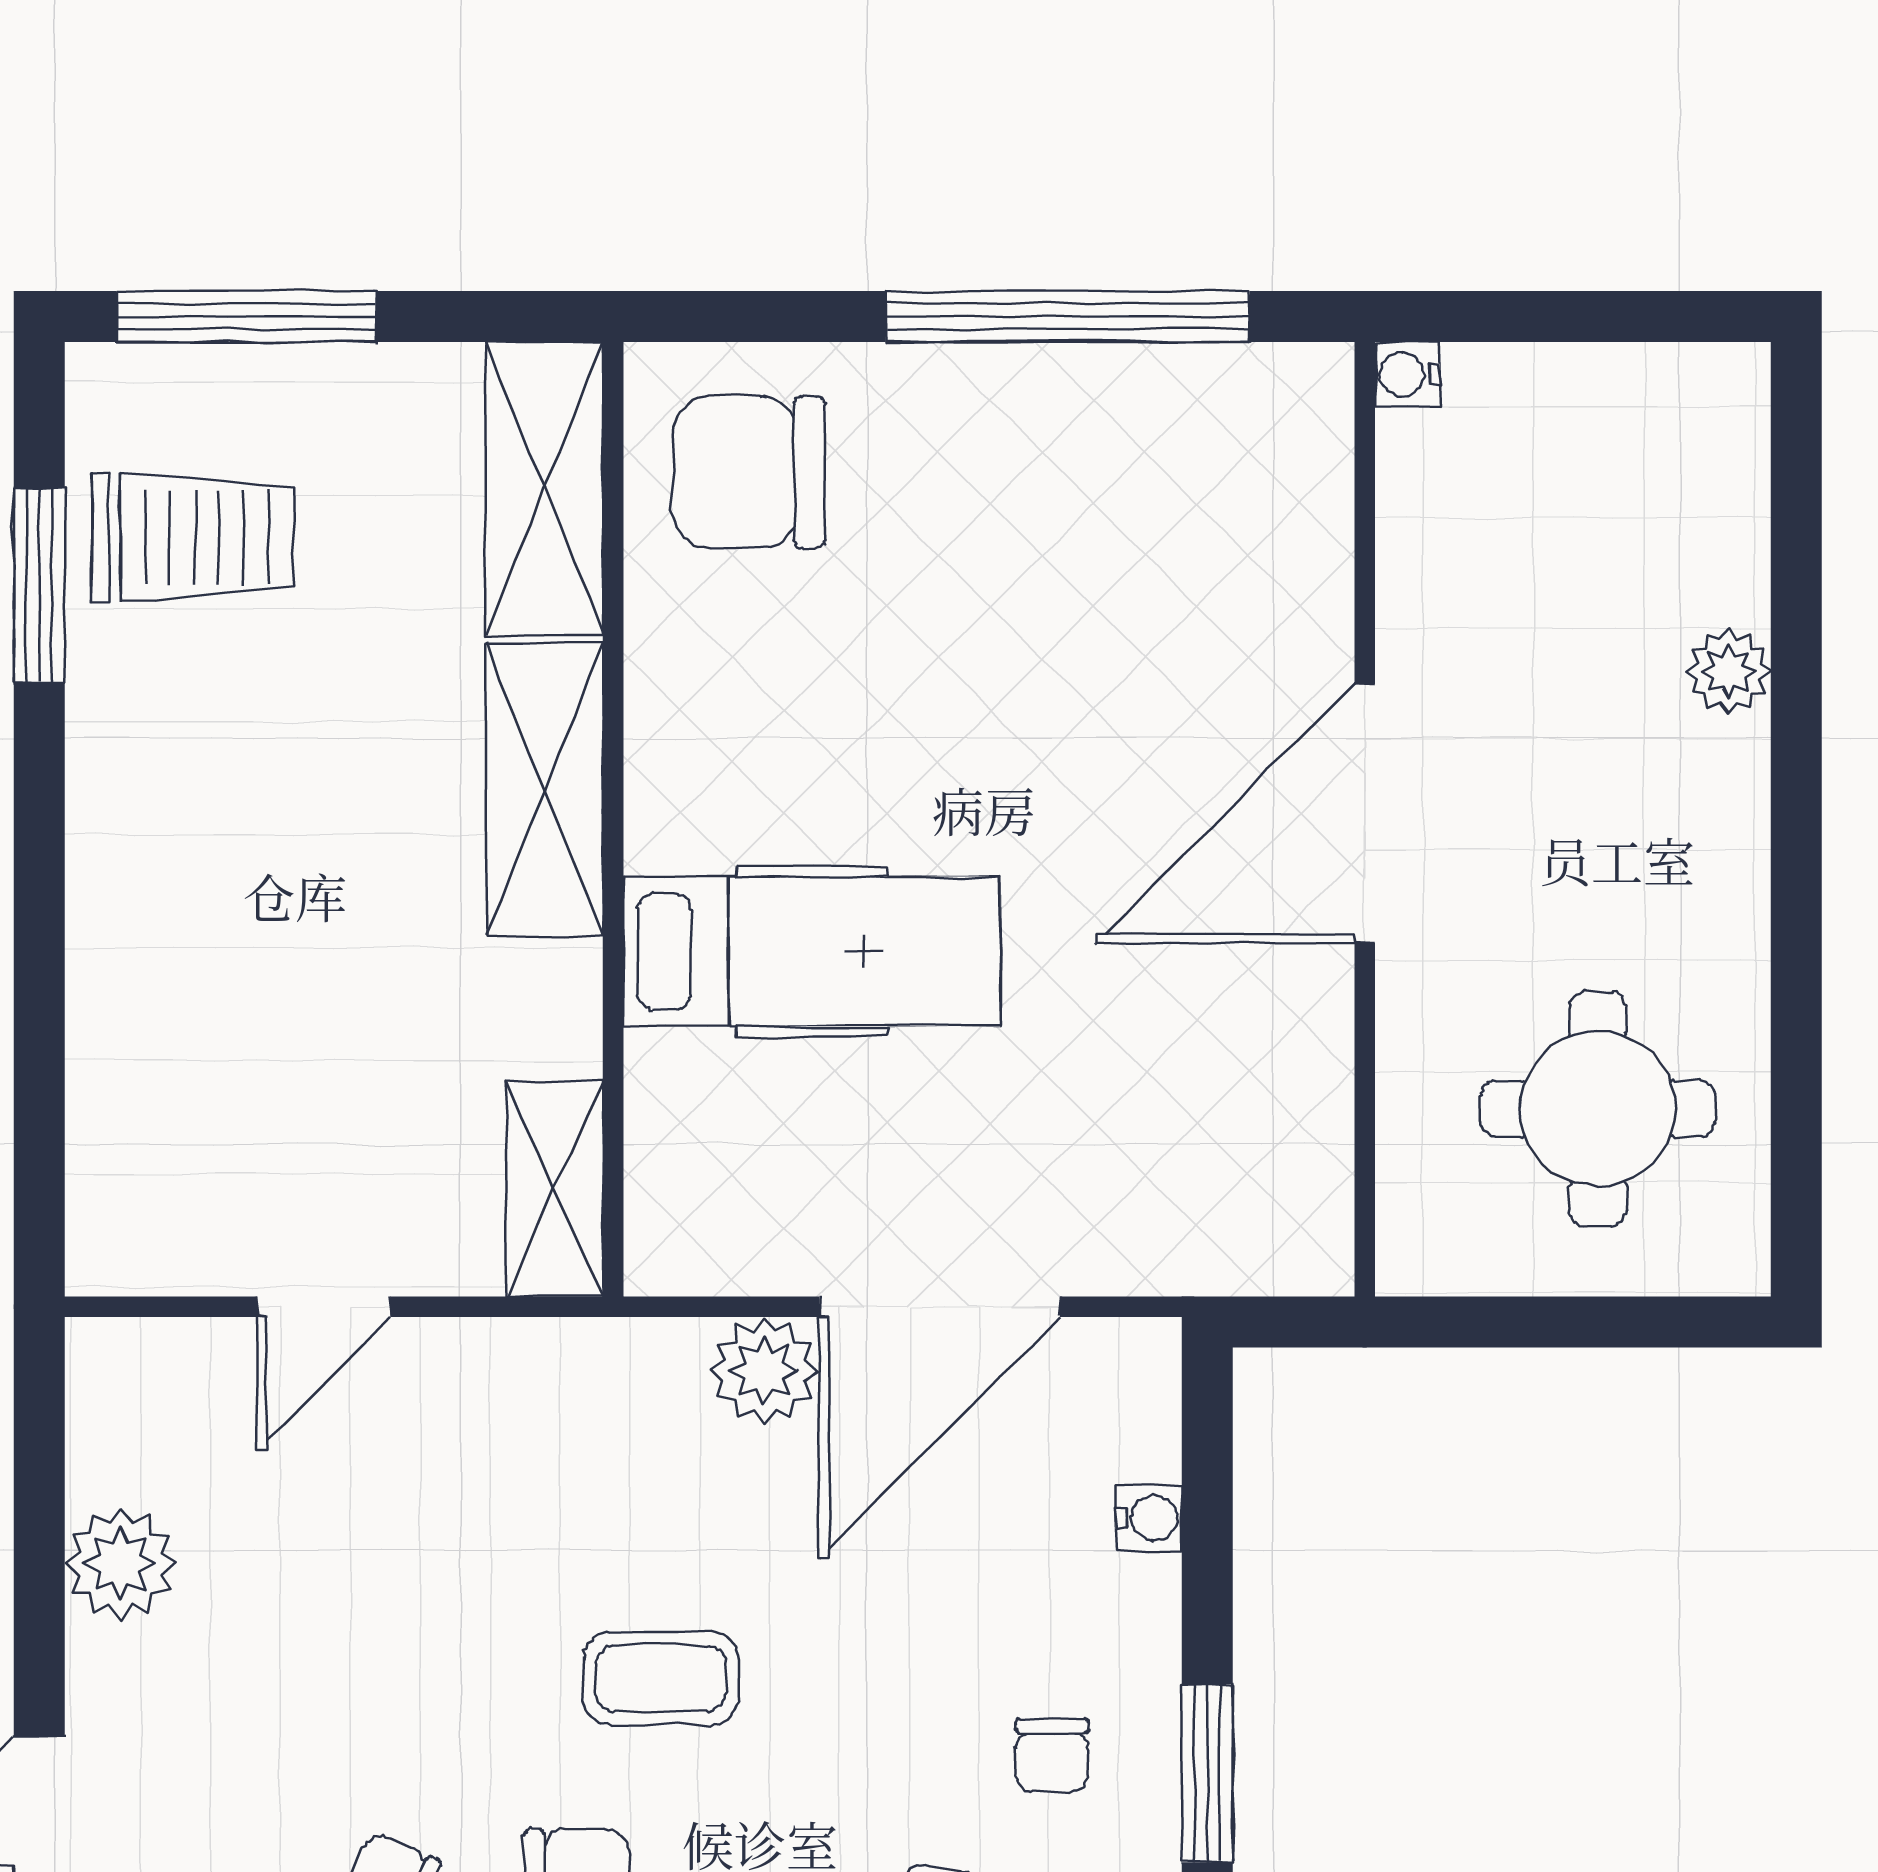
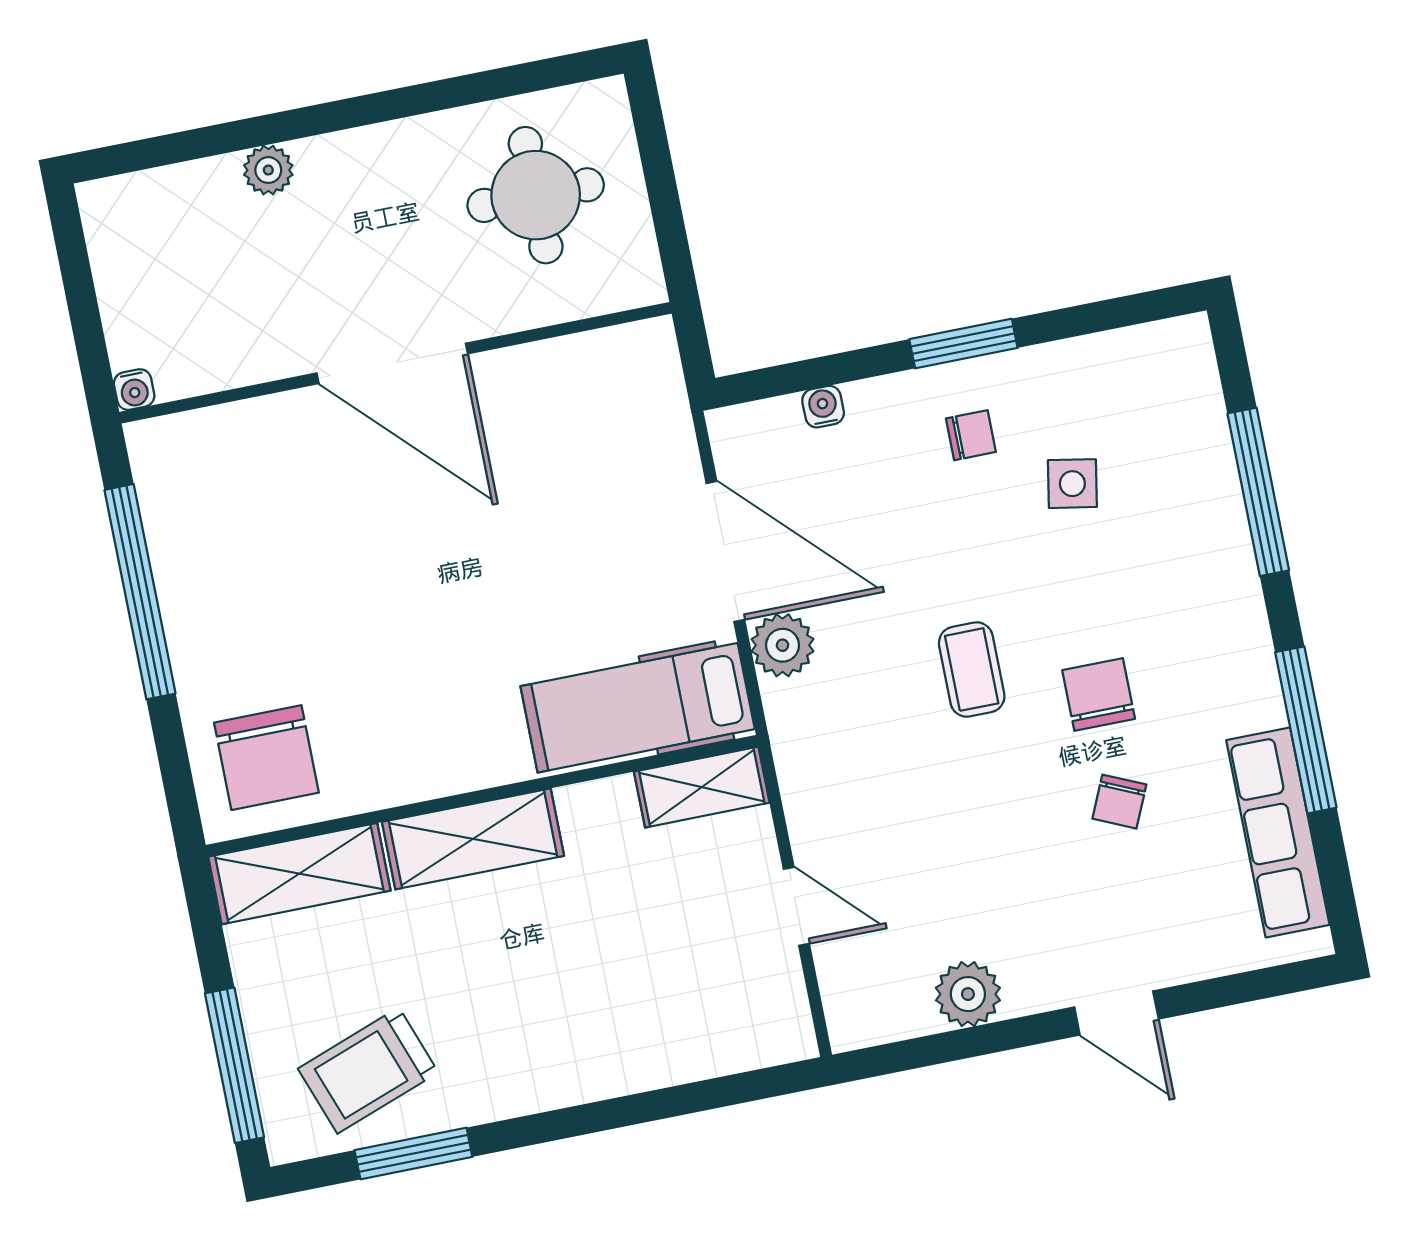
trolley: (193, 538) -> (368, 1071), turned -110
hospital bed: (812, 951) -> (638, 708), moved, turned -90

